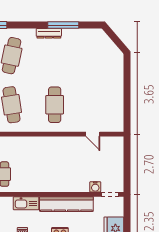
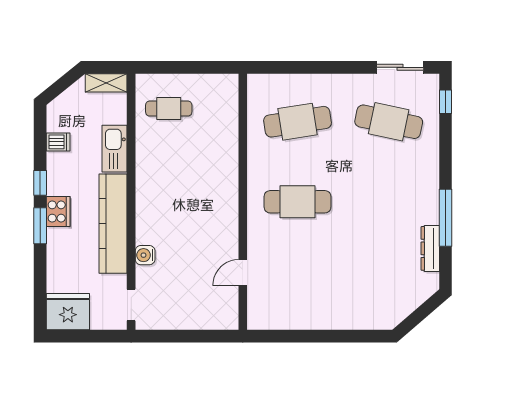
dresser: (49, 33) -> (430, 248), moved
water cooler: (95, 187) -> (145, 255), moved

